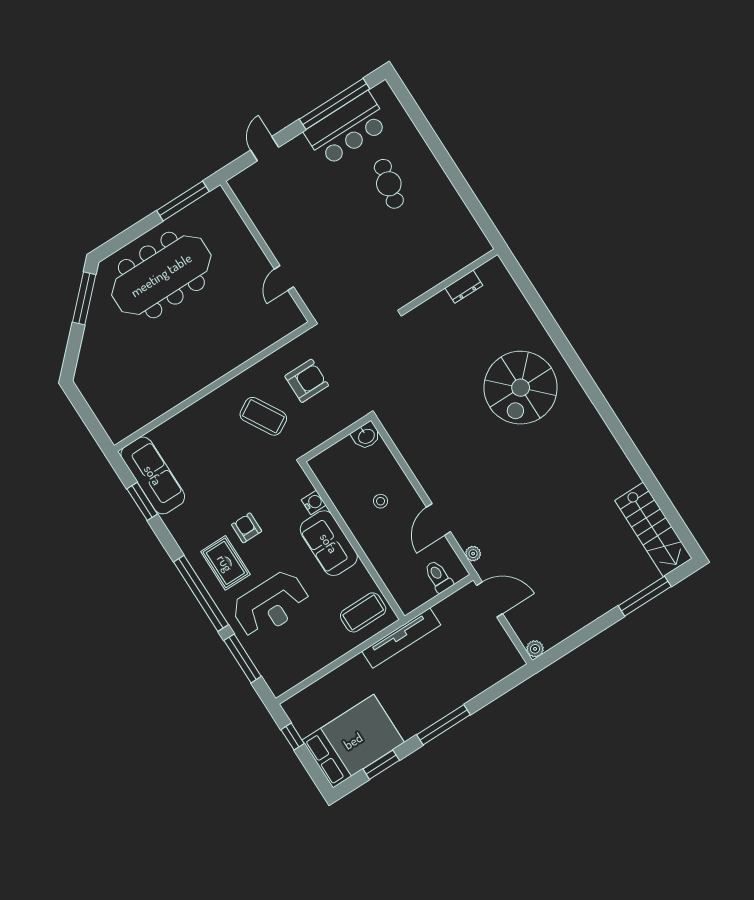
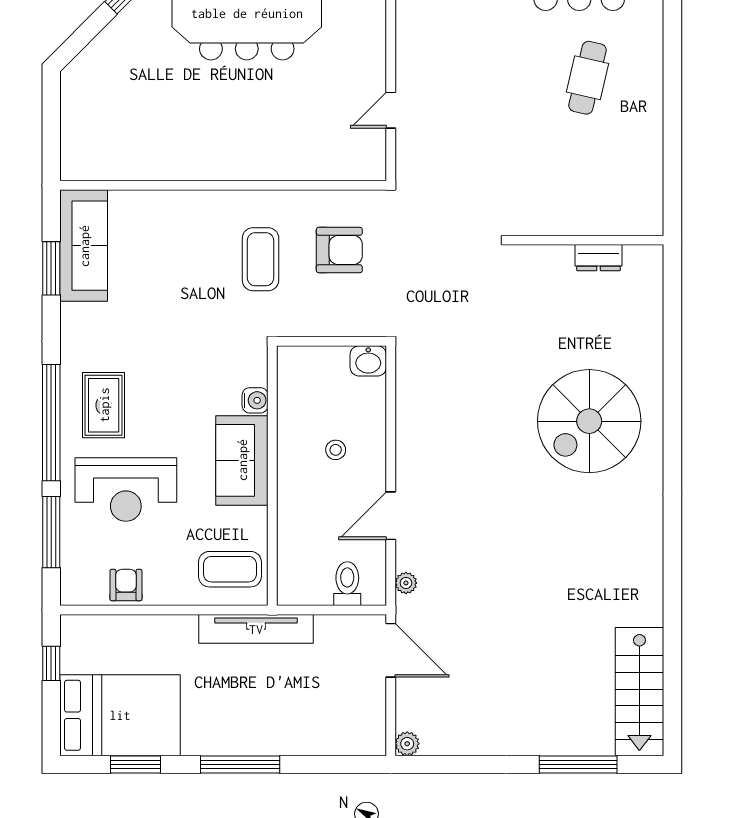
coffee table: (263, 416) -> (261, 259), turned 30
armchair: (247, 528) -> (126, 585), moved

